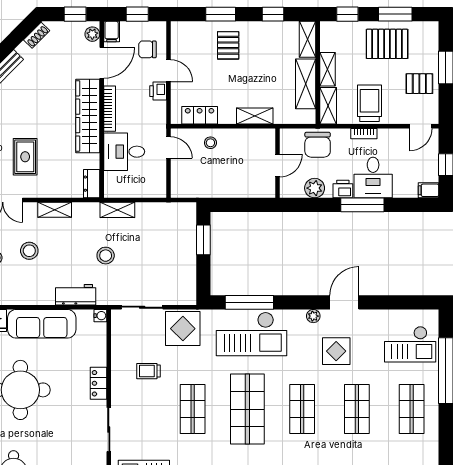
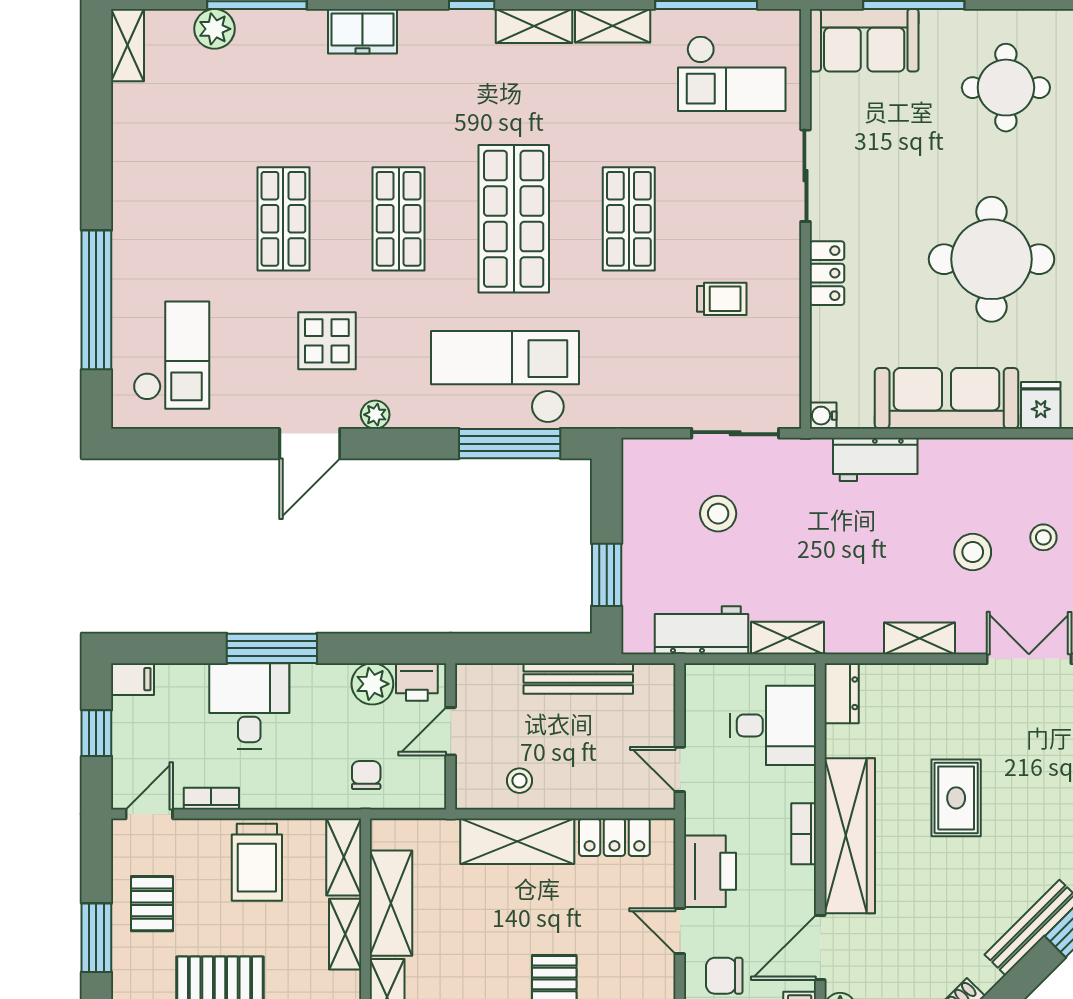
chair: (147, 49) -> (724, 976), turned 180
pallet: (419, 84) -> (152, 904), turned 90
printer: (158, 91) -> (710, 871), width x1.87, depth x1.48
bookcase: (110, 109) -> (804, 834), width x0.64
shelving: (255, 116) -> (517, 841), width x1.50, depth x1.33
bookcase: (364, 134) -> (211, 799), moved
stool: (210, 143) -> (519, 781), moved
chair: (318, 145) -> (366, 775), width x0.54, depth x0.54
desk: (124, 152) -> (773, 725), moved
rug: (25, 157) -> (956, 798), moved
printer: (343, 189) -> (417, 682), moved
bench: (217, 191) -> (578, 678), added
workbench: (158, 214) -> (701, 630), added
stool: (106, 256) -> (718, 514), moved
display table: (183, 329) -> (650, 388), removed
checkout: (410, 344) -> (171, 355), turned 90
shop shelf: (412, 409) -> (168, 219), removed

